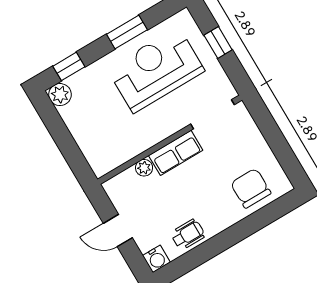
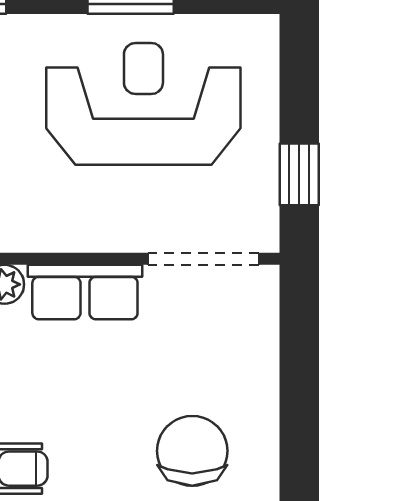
window: (218, 43) -> (299, 174), moved

